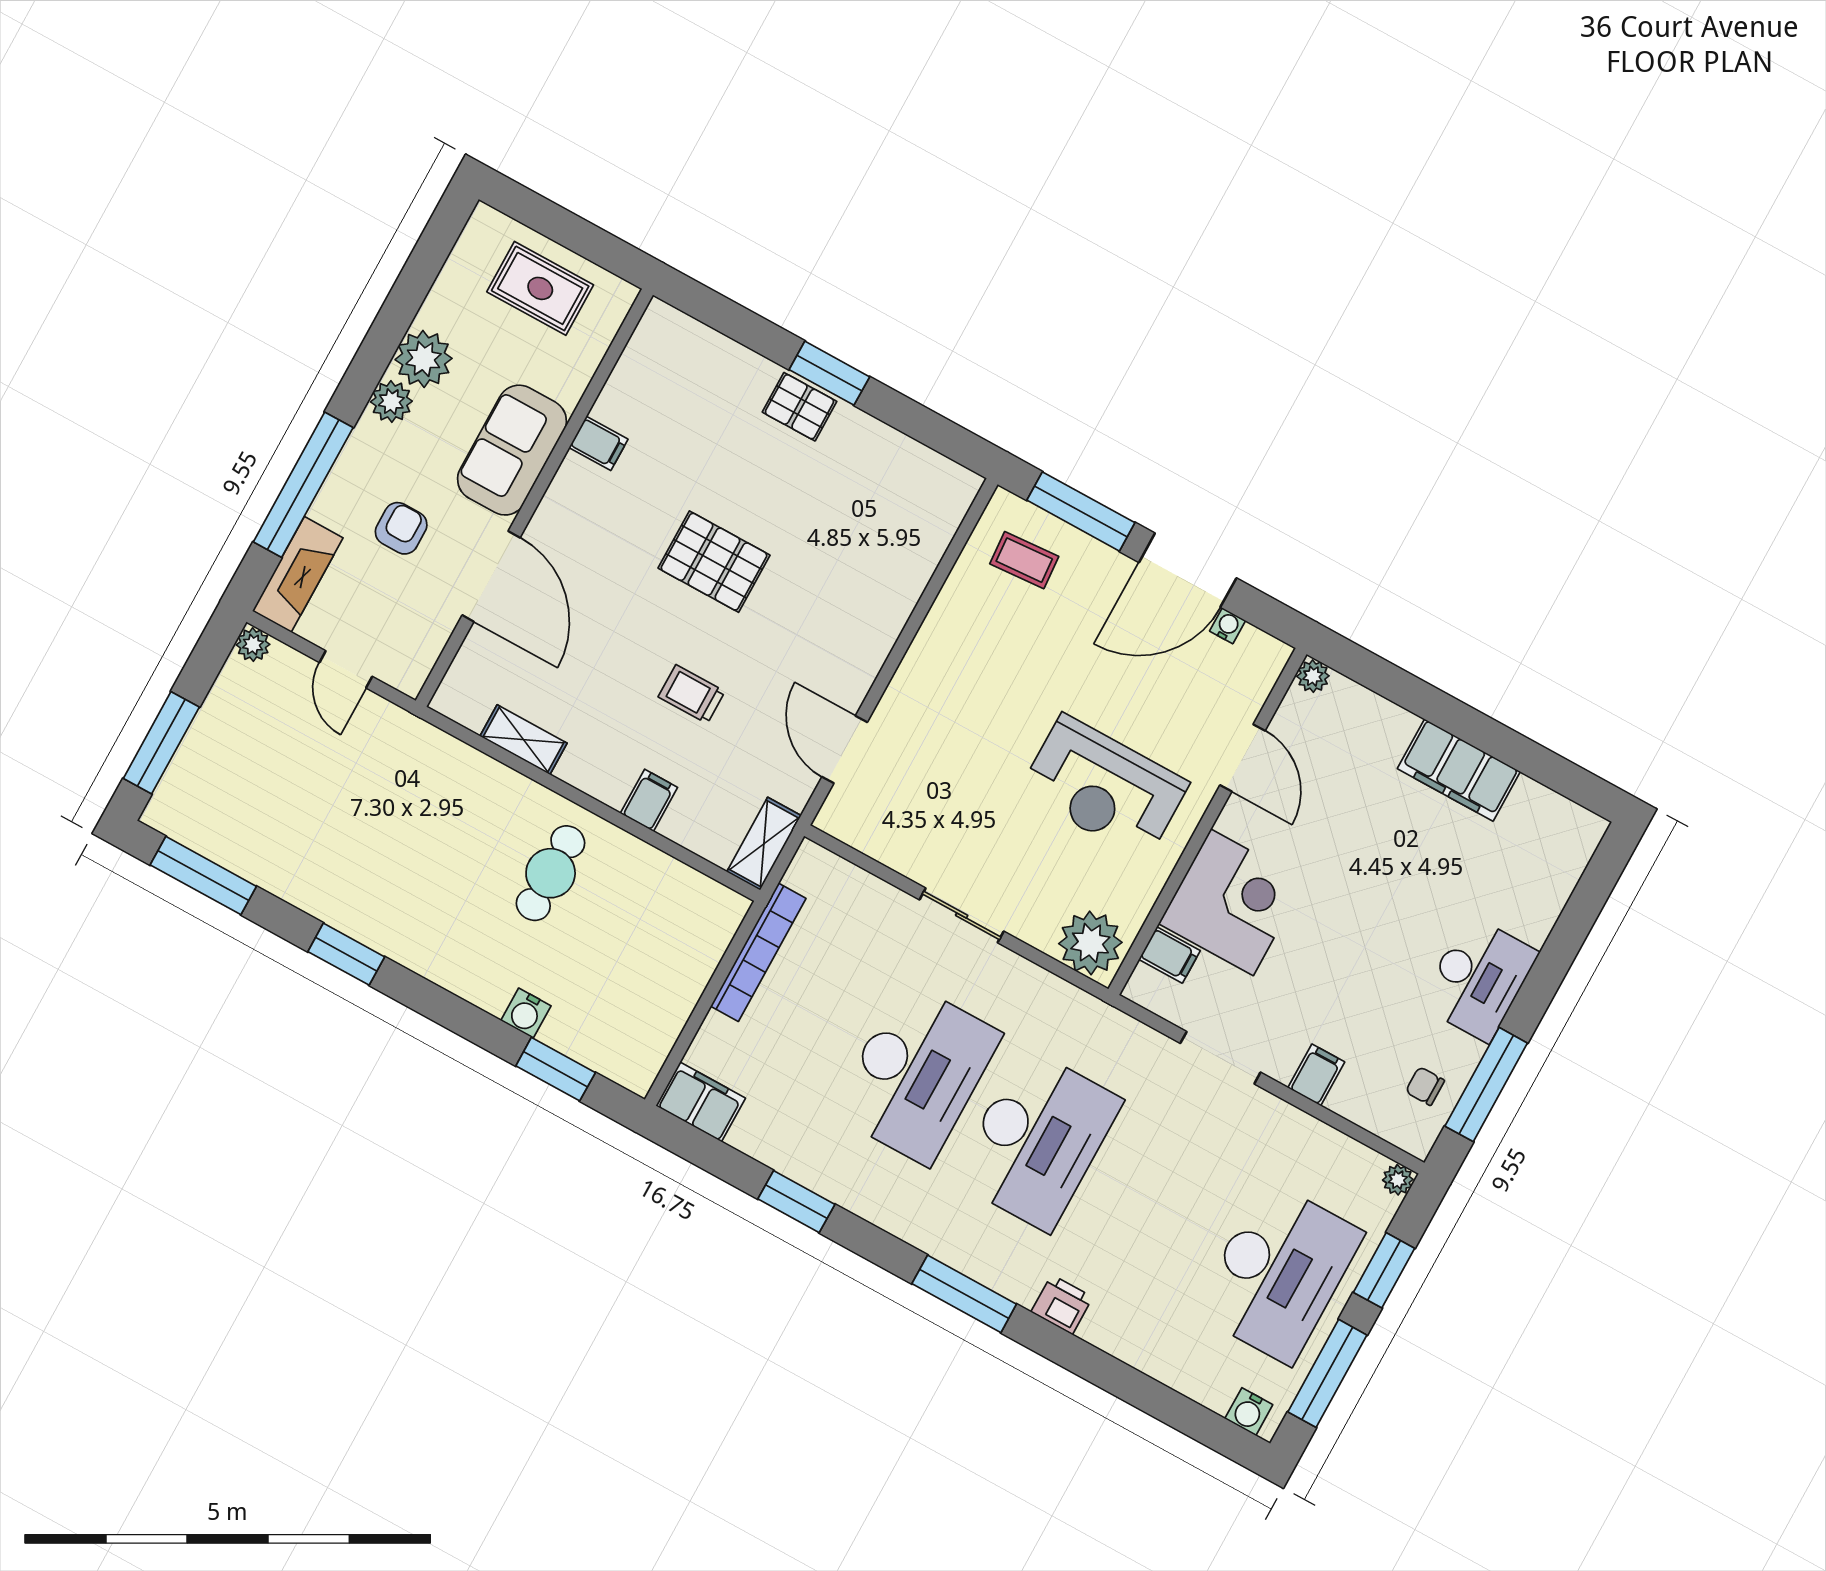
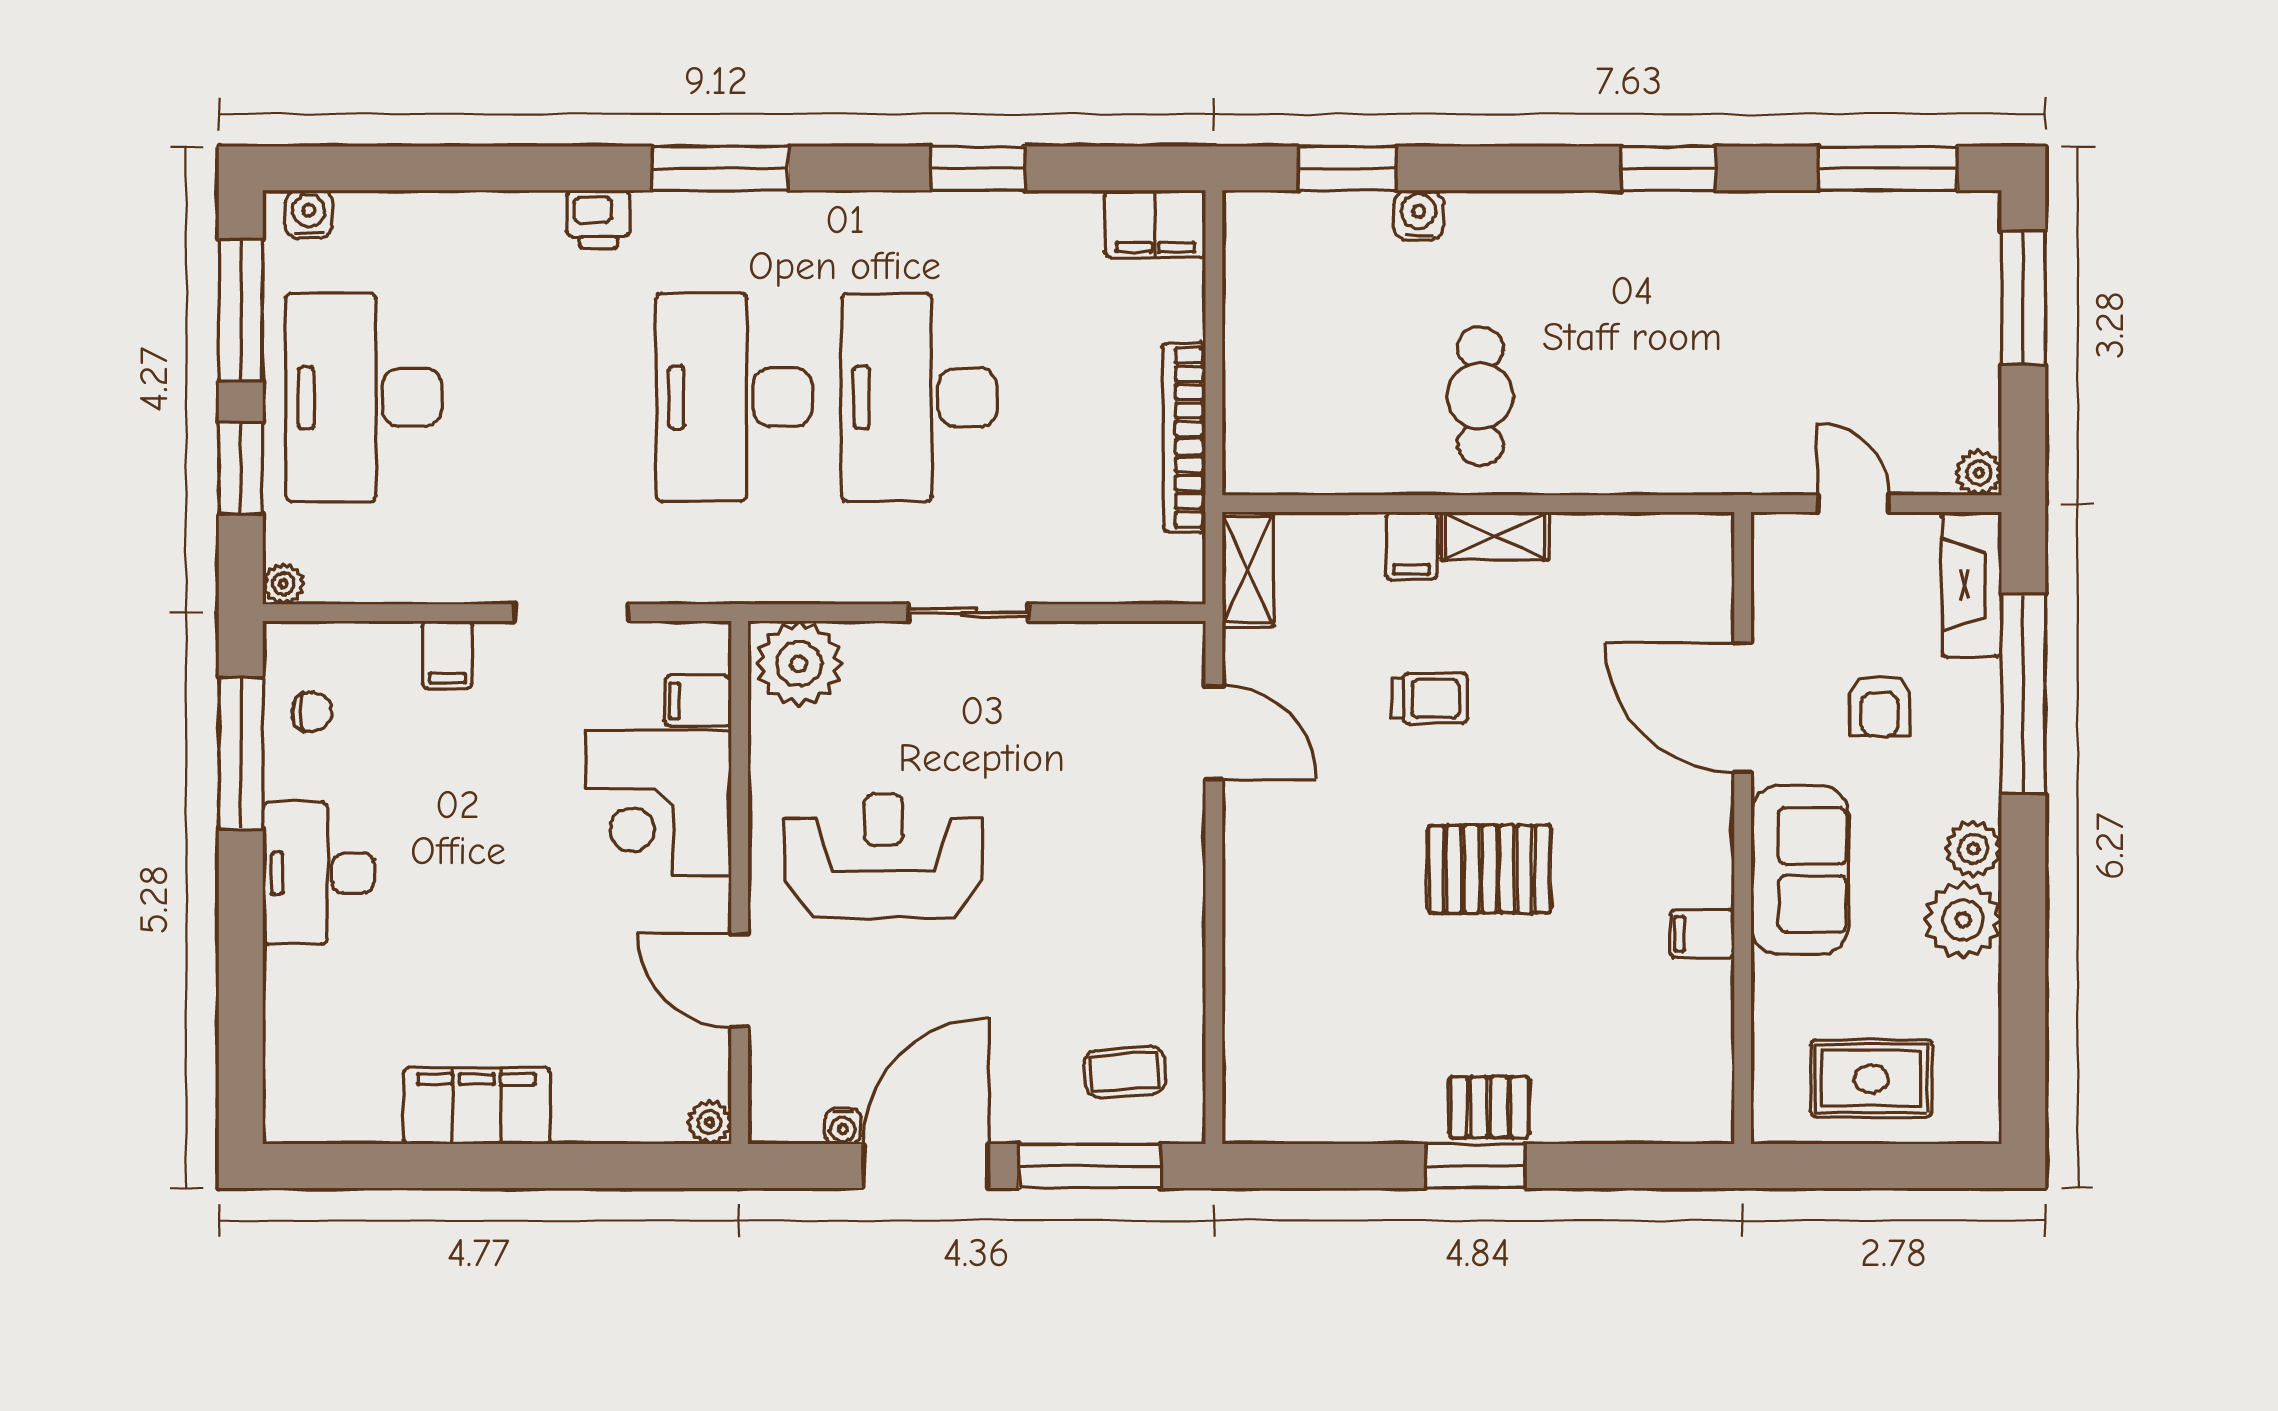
shelving: (523, 740) -> (1495, 536), moved

